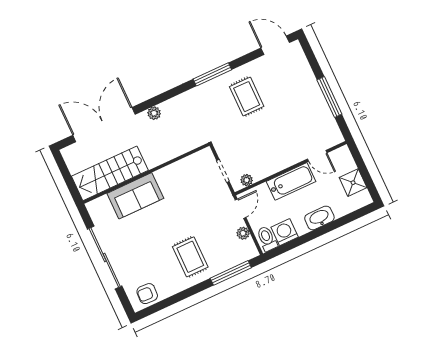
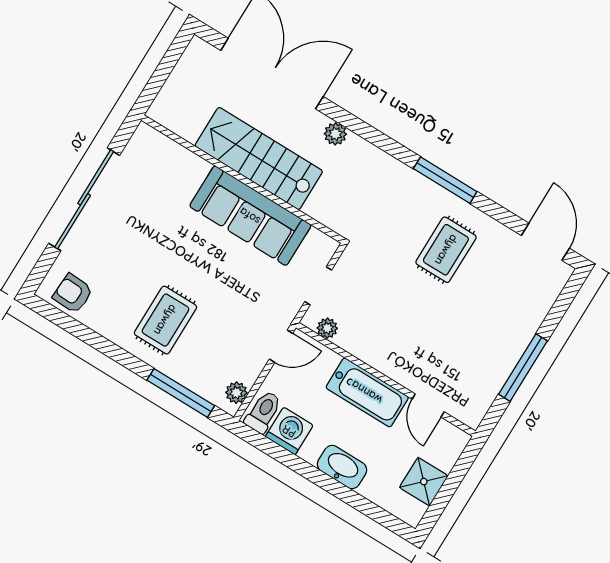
stairs: (110, 173) -> (259, 159), moved
sofa: (135, 196) -> (250, 216), moved, width x1.36
plant: (243, 233) -> (236, 393), moved

